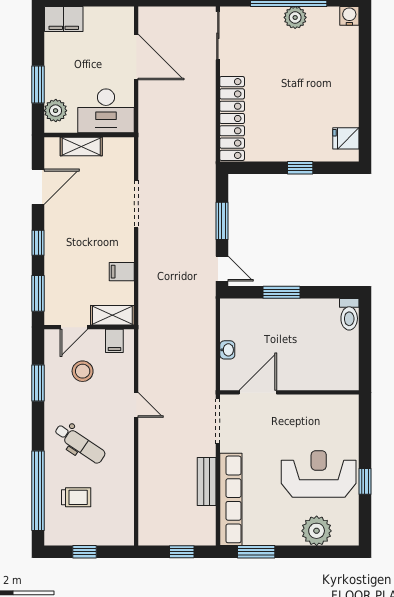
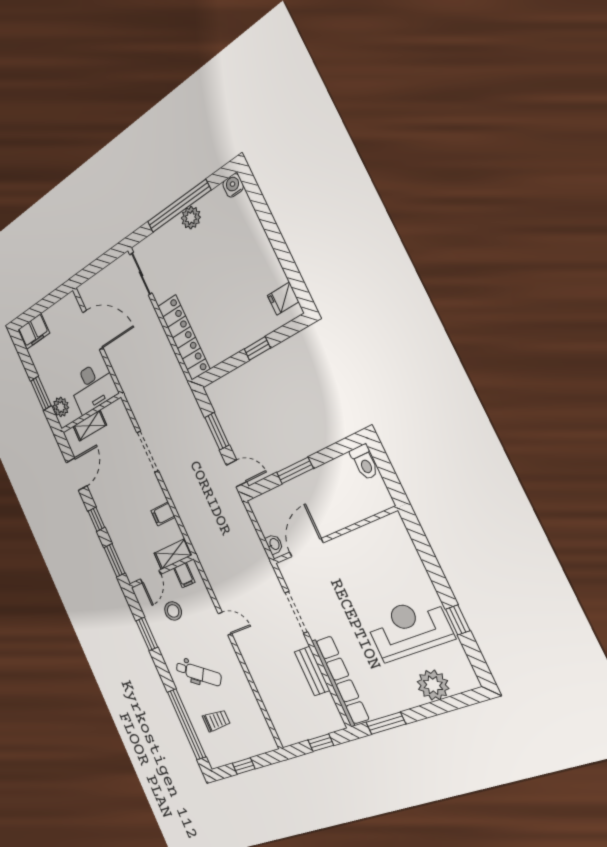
door: (258, 392) -> (306, 548), moved
wall: (289, 392) -> (334, 536), moved

